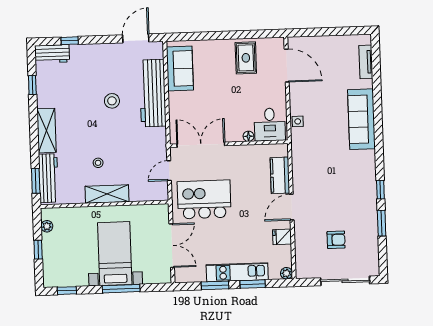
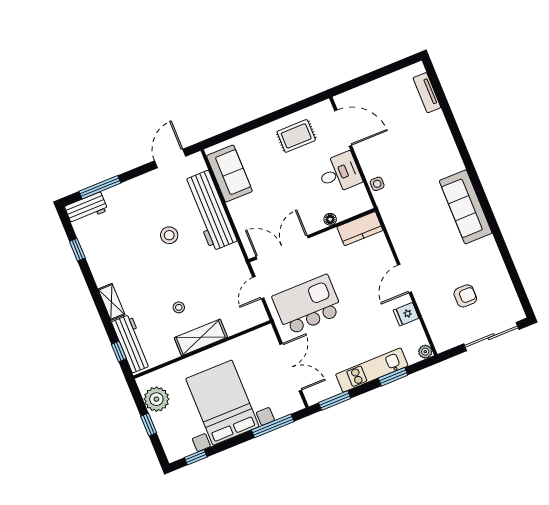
window: (70, 41) -> (100, 187), width x2.17
rug: (246, 58) -> (296, 136), turned 90
sofa: (361, 119) -> (466, 207), moved
desk: (270, 124) -> (339, 173), moved, turned -90
shelving: (47, 131) -> (111, 302), width x0.67, depth x0.75
kitchen counter: (280, 175) -> (360, 229), moved, turned -90
window: (36, 181) -> (119, 352), width x0.67
window: (380, 190) -> (493, 225), removed
window: (382, 223) -> (508, 260), removed
plant: (47, 226) -> (156, 399), width x1.88, depth x1.88
bed with nightstands: (115, 254) -> (222, 403), width x1.36
window: (215, 285) -> (335, 400), moved
window: (121, 289) -> (273, 426), moved

